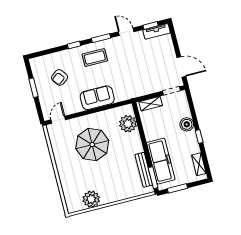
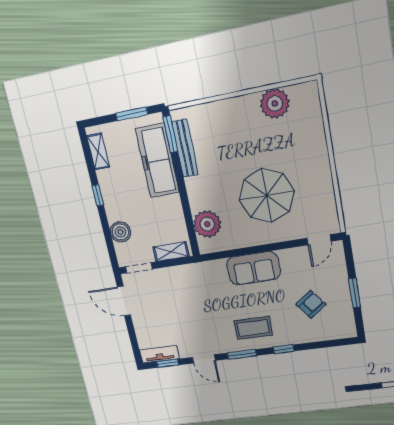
boiler: (187, 124) -> (120, 232), moved

